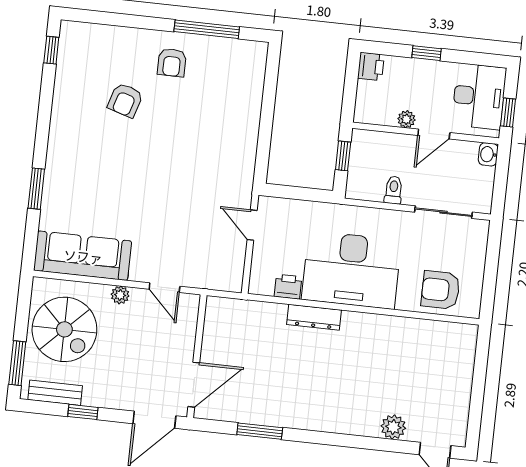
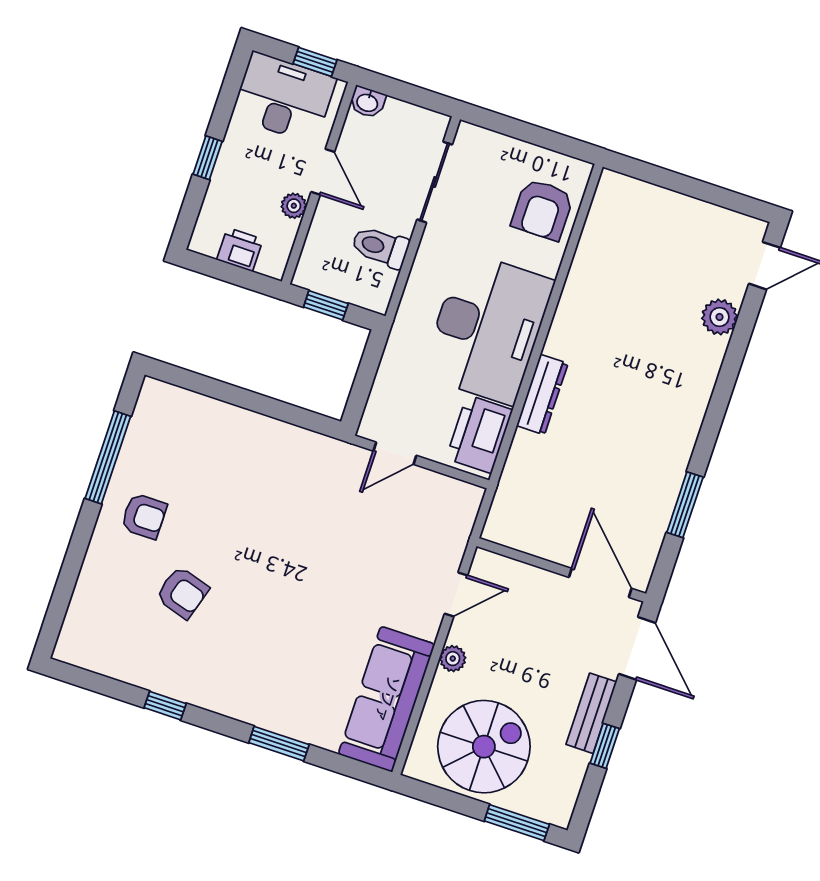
window: (51, 50) -> (165, 706), moved
printer: (371, 66) -> (240, 250), moved
toilet: (394, 190) -> (380, 247), width x1.37, depth x1.39
printer: (288, 287) -> (479, 434), width x1.87, depth x1.48
bench: (55, 393) -> (591, 713), moved

